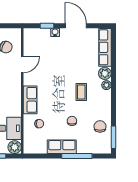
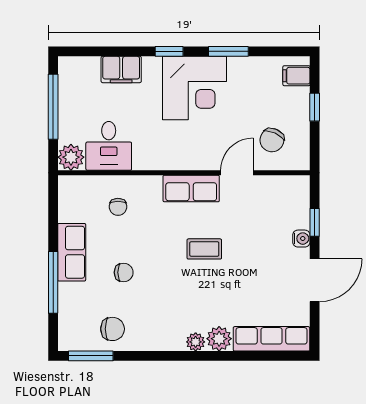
door: (22, 64) -> (237, 173), swing flipped
coffee table: (81, 92) -> (204, 249), moved
row of seats: (30, 100) -> (191, 189), moved

